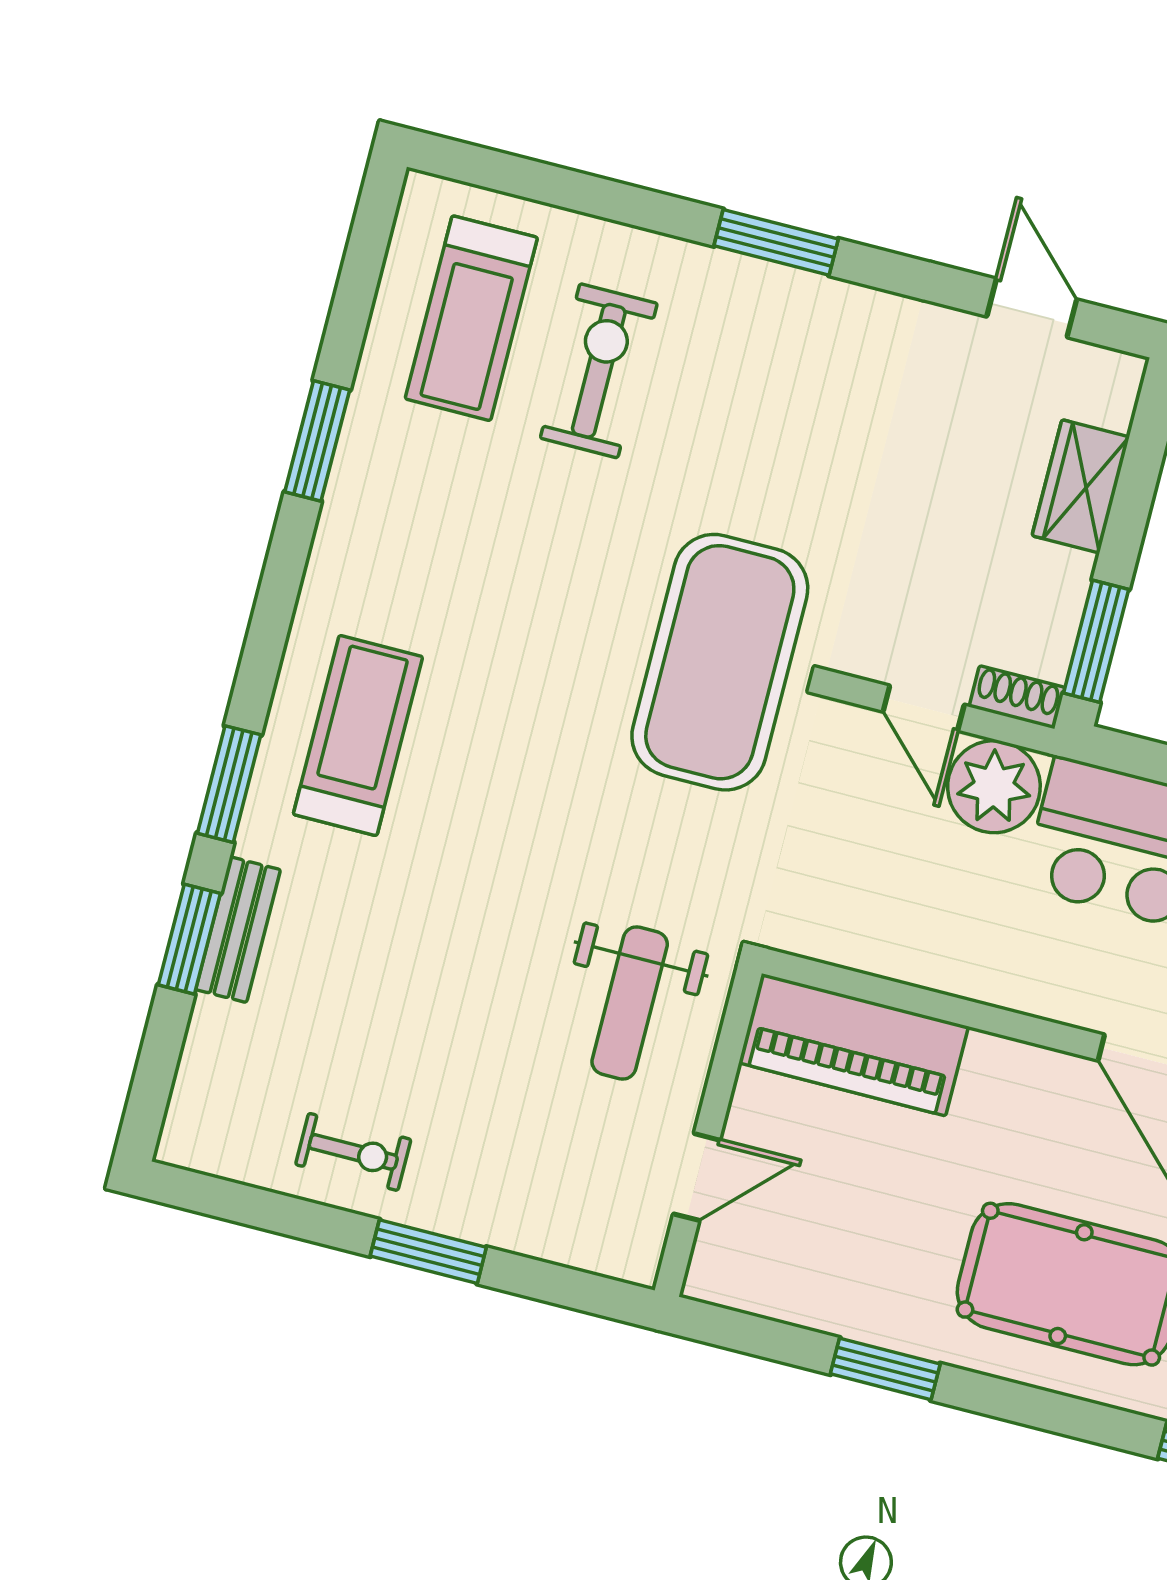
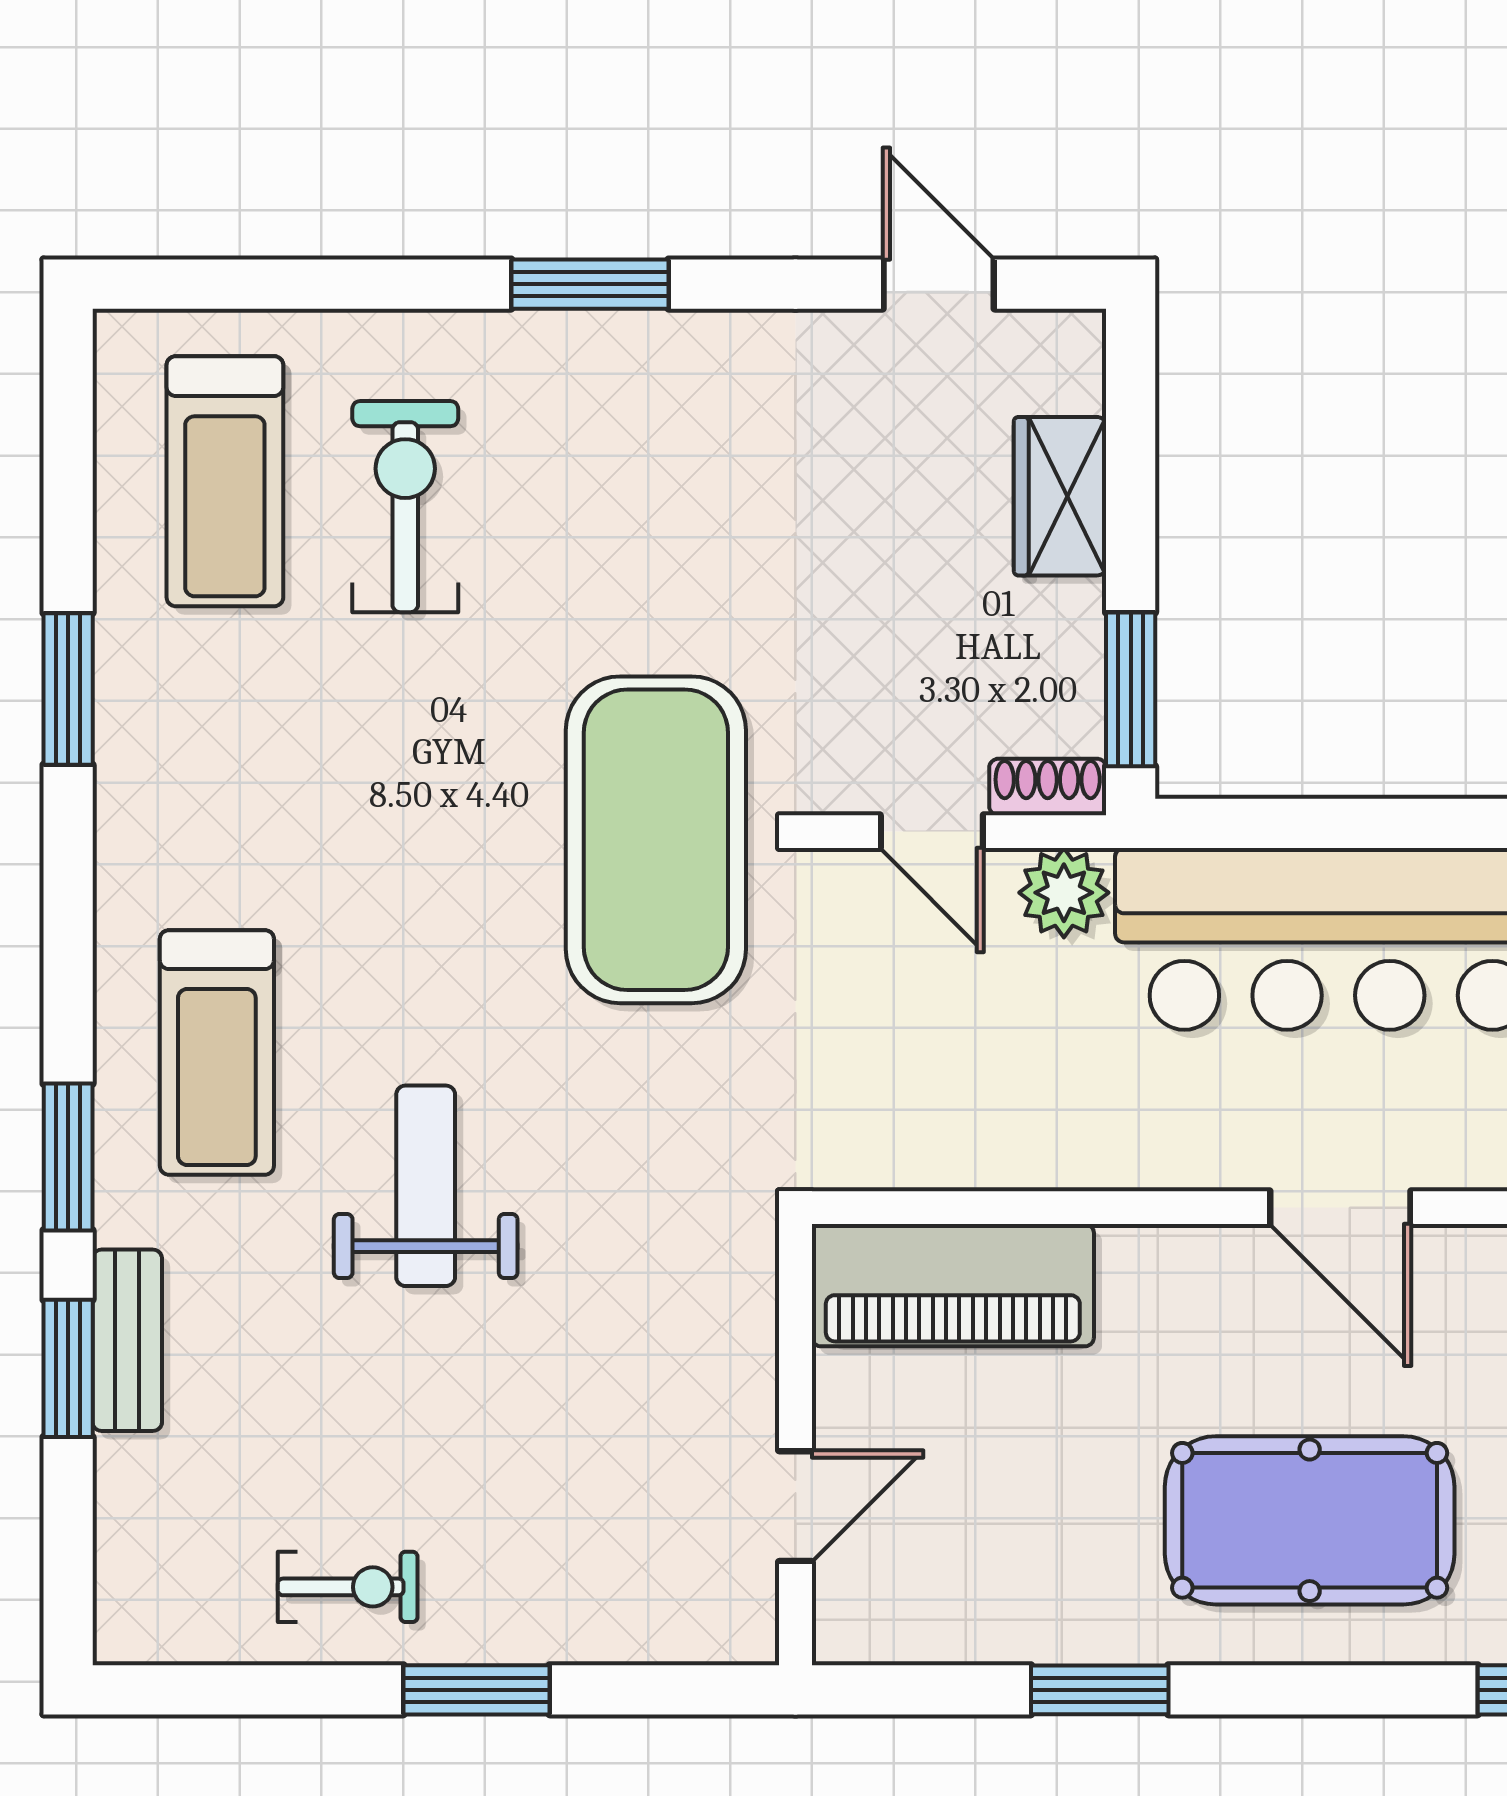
treadmill: (358, 735) -> (217, 1052), turned 180
plant: (994, 787) -> (1064, 893), width x0.73, depth x0.73
weight bench: (630, 1003) -> (426, 1186), moved, turned 180

